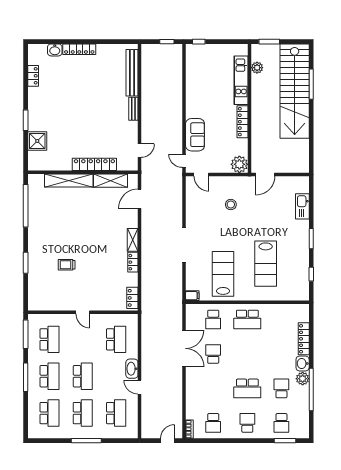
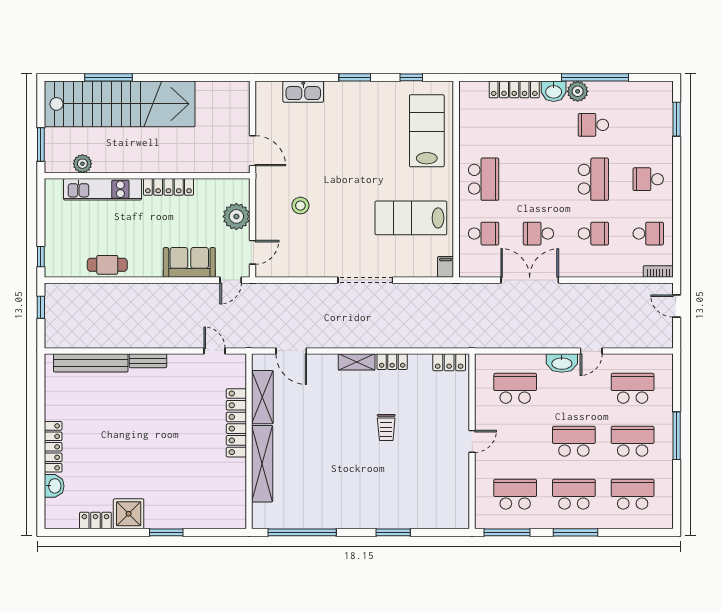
cafe table: (194, 83) -> (107, 265), added
shower: (37, 141) -> (129, 514), moved
plant: (239, 164) -> (236, 216), moved
lab bench: (266, 264) -> (427, 131), moved, turned -90
trolley: (67, 265) -> (386, 427), moved
school desk: (281, 423) -> (593, 234), moved

